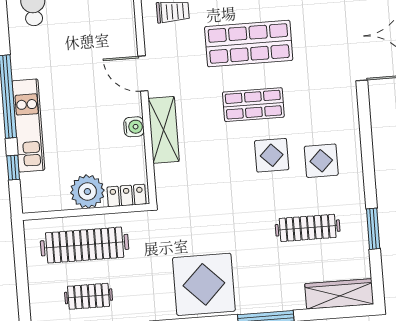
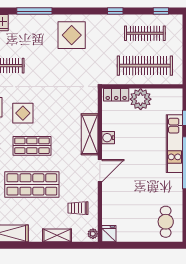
door: (143, 74) -> (100, 171), hinge flipped
display table: (204, 284) -> (72, 35), width x0.73, depth x0.73
clothes rail: (89, 296) -> (145, 33), width x1.36

